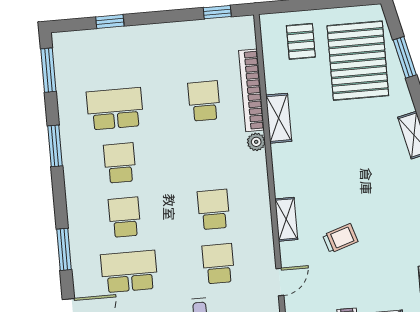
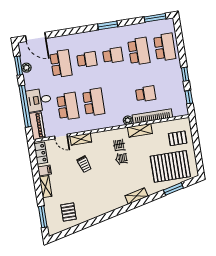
window: (110, 22) -> (185, 74), moved
school desk: (110, 54) -> (165, 47), added
window: (55, 146) -> (108, 25), moved
school desk: (214, 209) -> (94, 102), width x1.85
shelving: (286, 219) -> (81, 139), moved
window: (64, 249) -> (69, 32), removed
school desk: (218, 264) -> (68, 106), width x1.85

